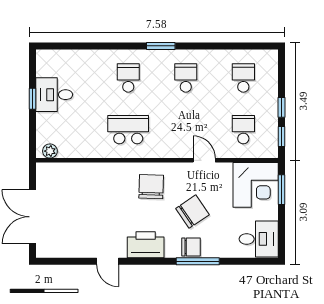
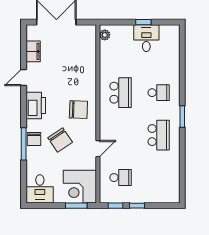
school desk: (186, 78) -> (159, 135), width x1.85
school desk: (243, 78) -> (159, 178), removed
filing cabinet: (72, 248) -> (33, 51), added

